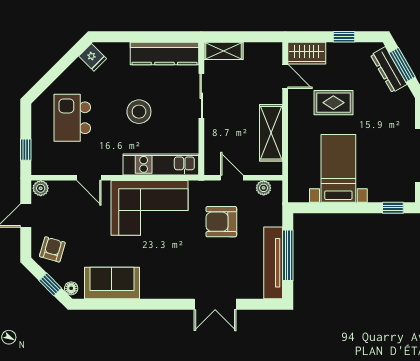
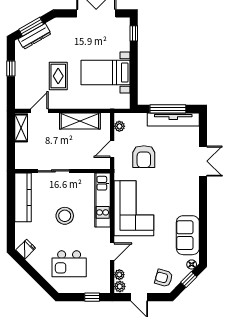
shelving: (223, 51) -> (21, 128), moved
wardrobe: (307, 53) -> (23, 95), removed
plant: (57, 188) -> (119, 275), added

